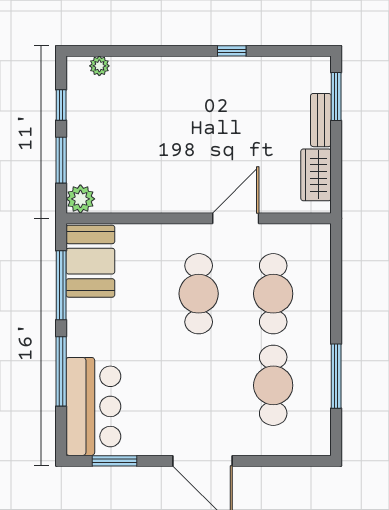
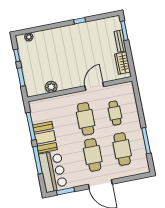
plant: (80, 199) -> (51, 87), moved
booth: (90, 261) -> (45, 137), moved
cafe table: (273, 294) -> (115, 113), width x0.73, depth x0.74
cafe table: (199, 385) -> (93, 155), added

